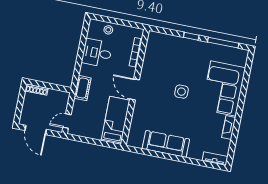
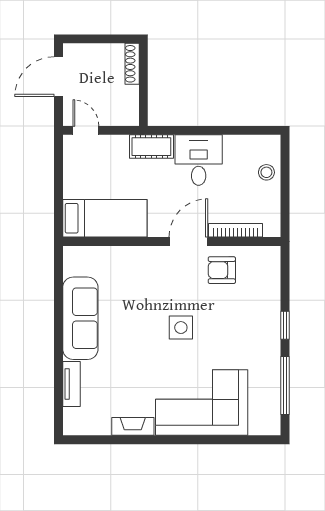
desk: (97, 53) -> (199, 160), moved
armchair: (155, 64) -> (222, 270), added
door: (134, 89) -> (188, 241), moved
tv unit: (215, 159) -> (71, 384), moved

